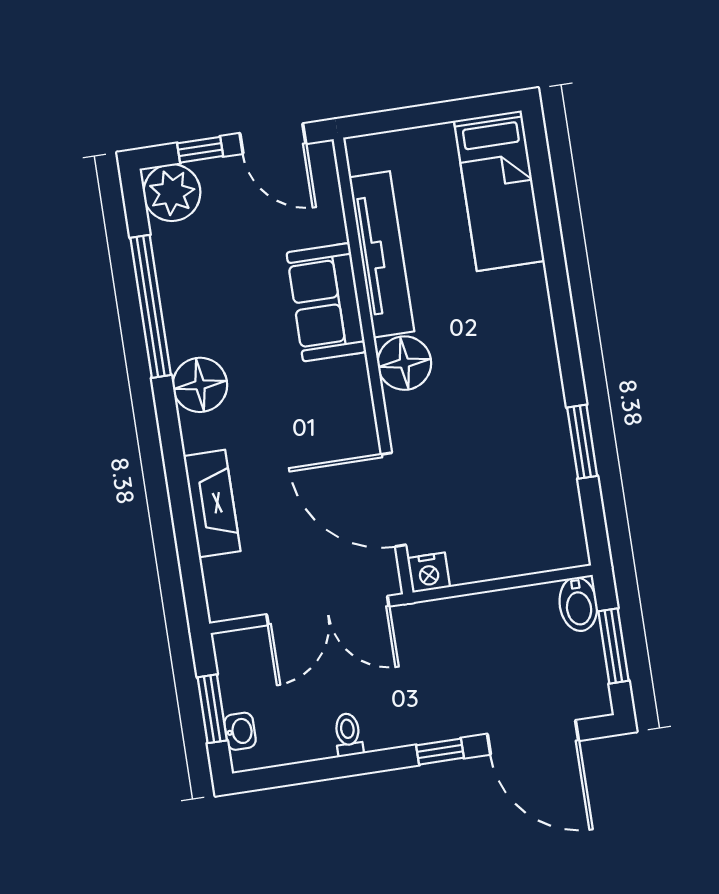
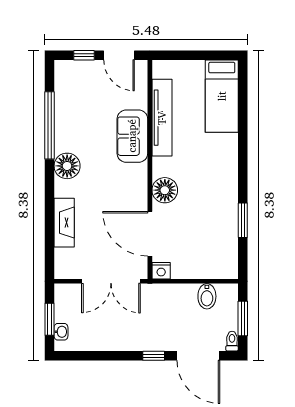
plant: (172, 193) -> (68, 73), removed
floor lamp: (404, 363) -> (165, 190), moved
bidet: (578, 604) -> (207, 296), moved
toilet: (348, 735) -> (232, 341), moved

